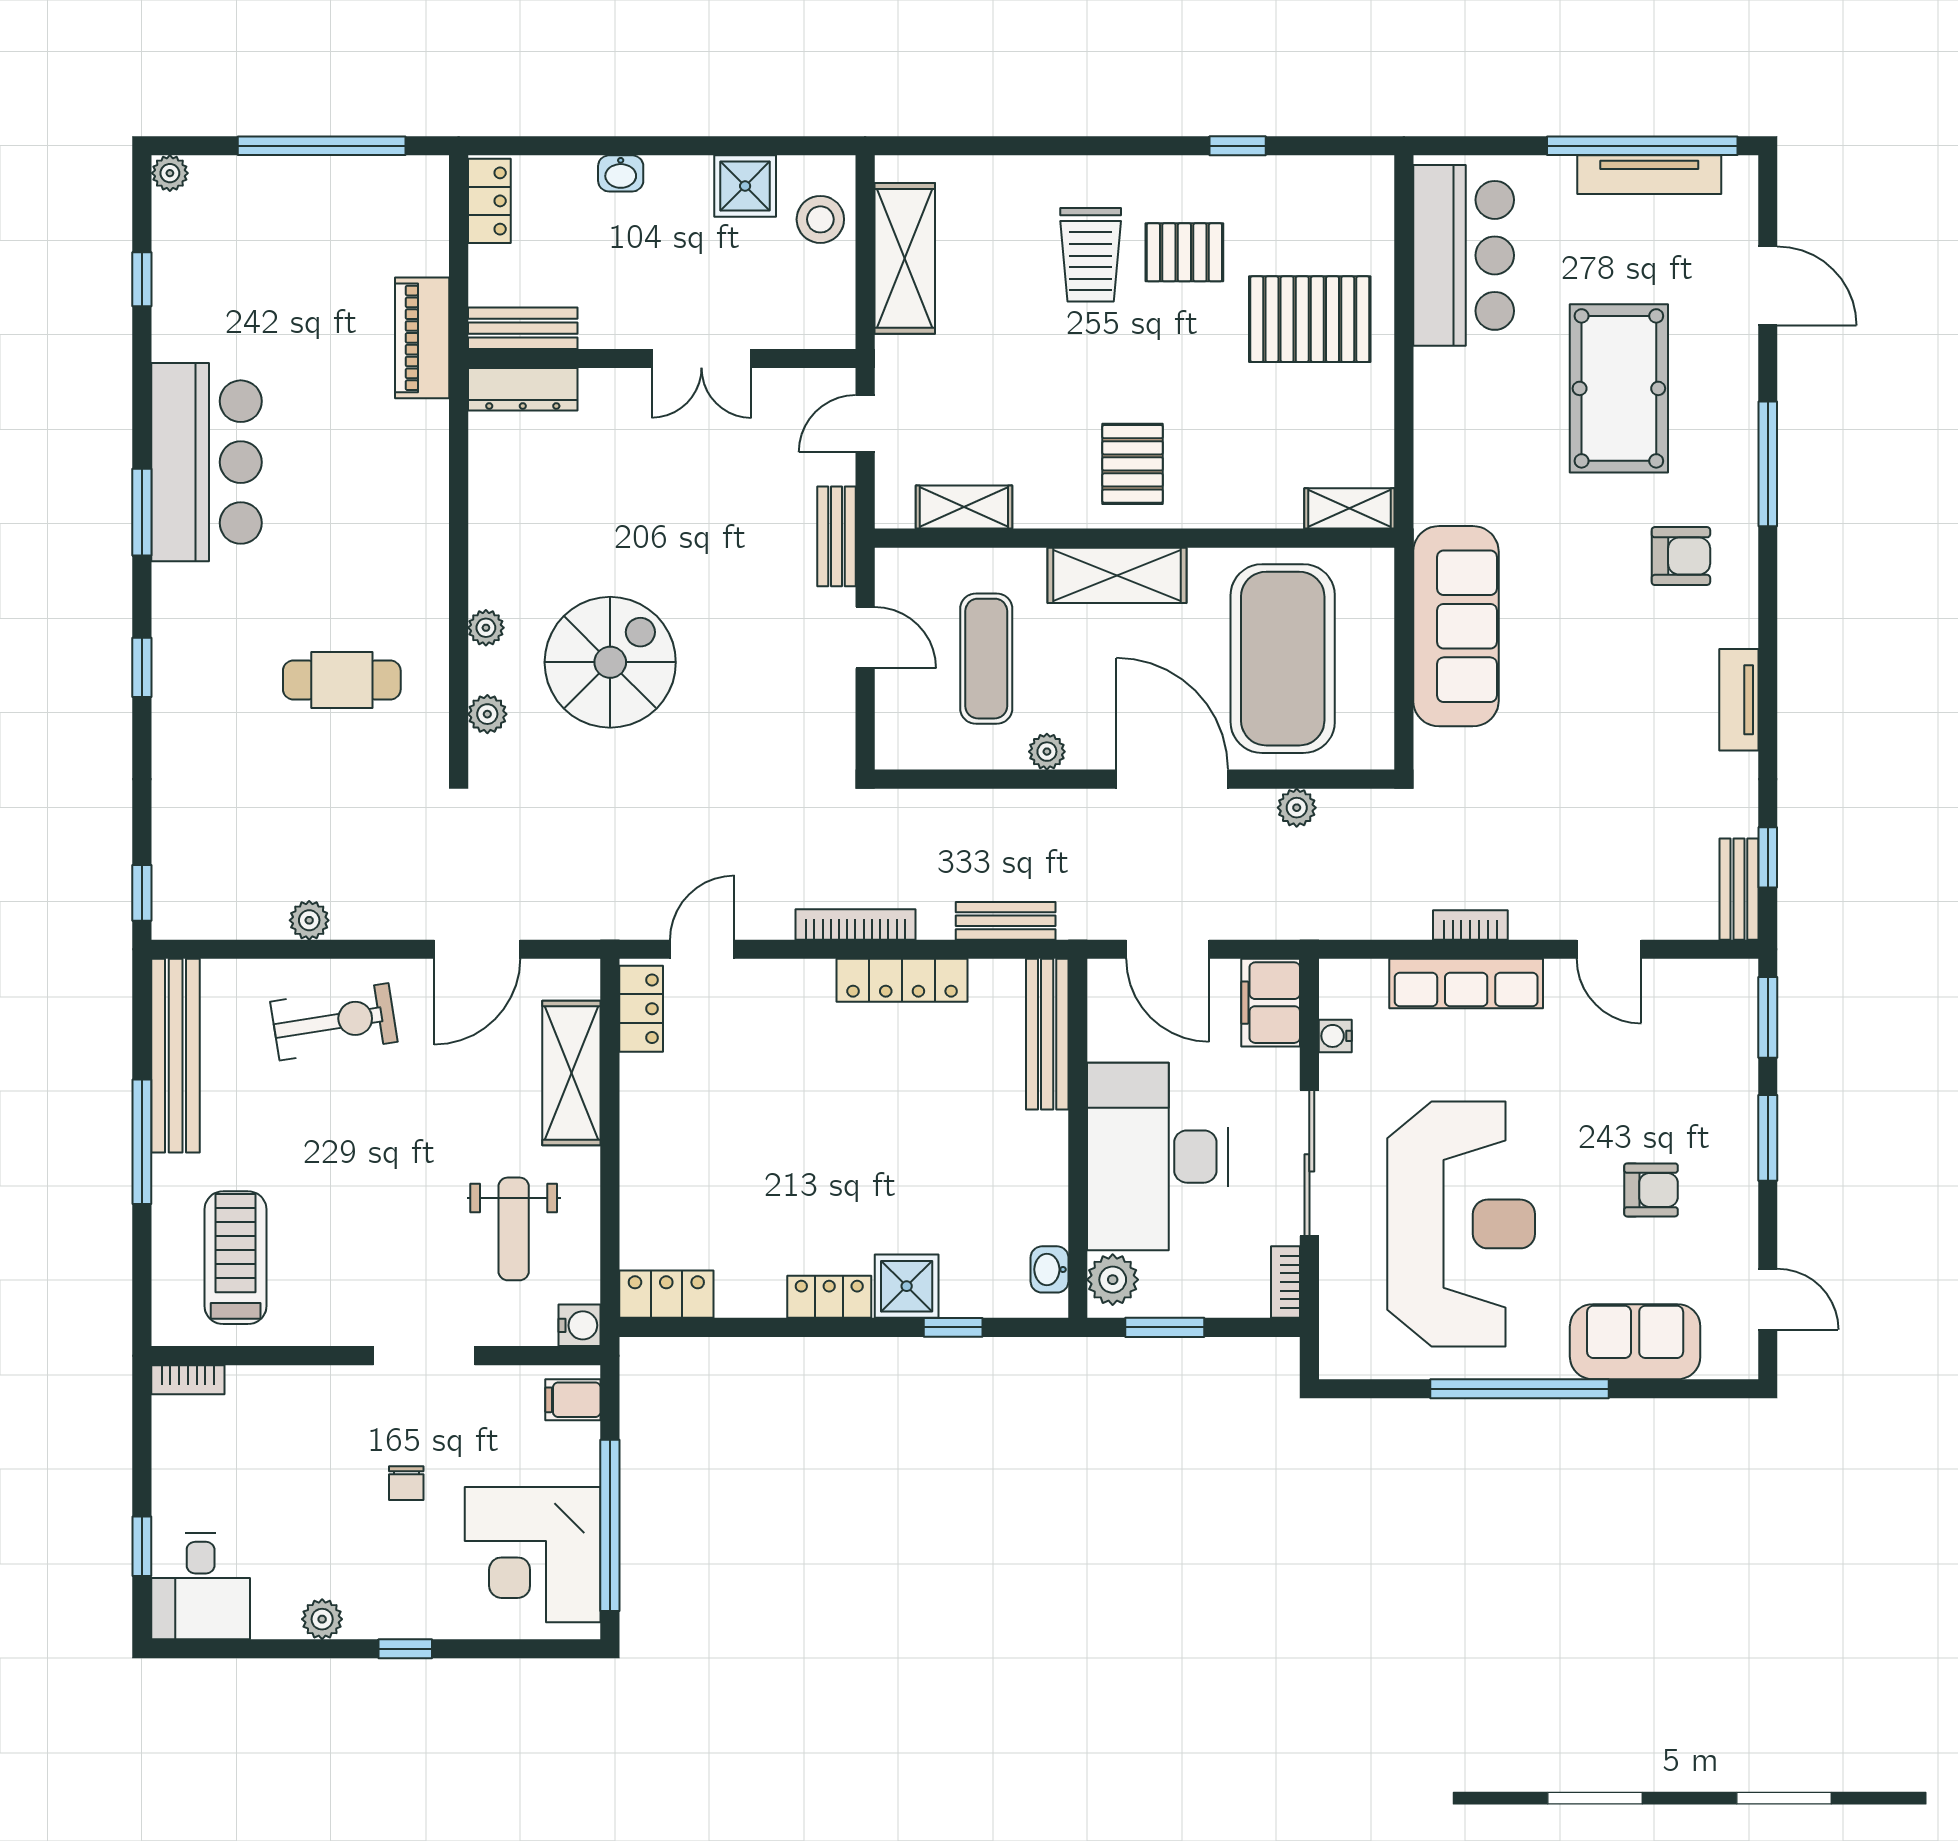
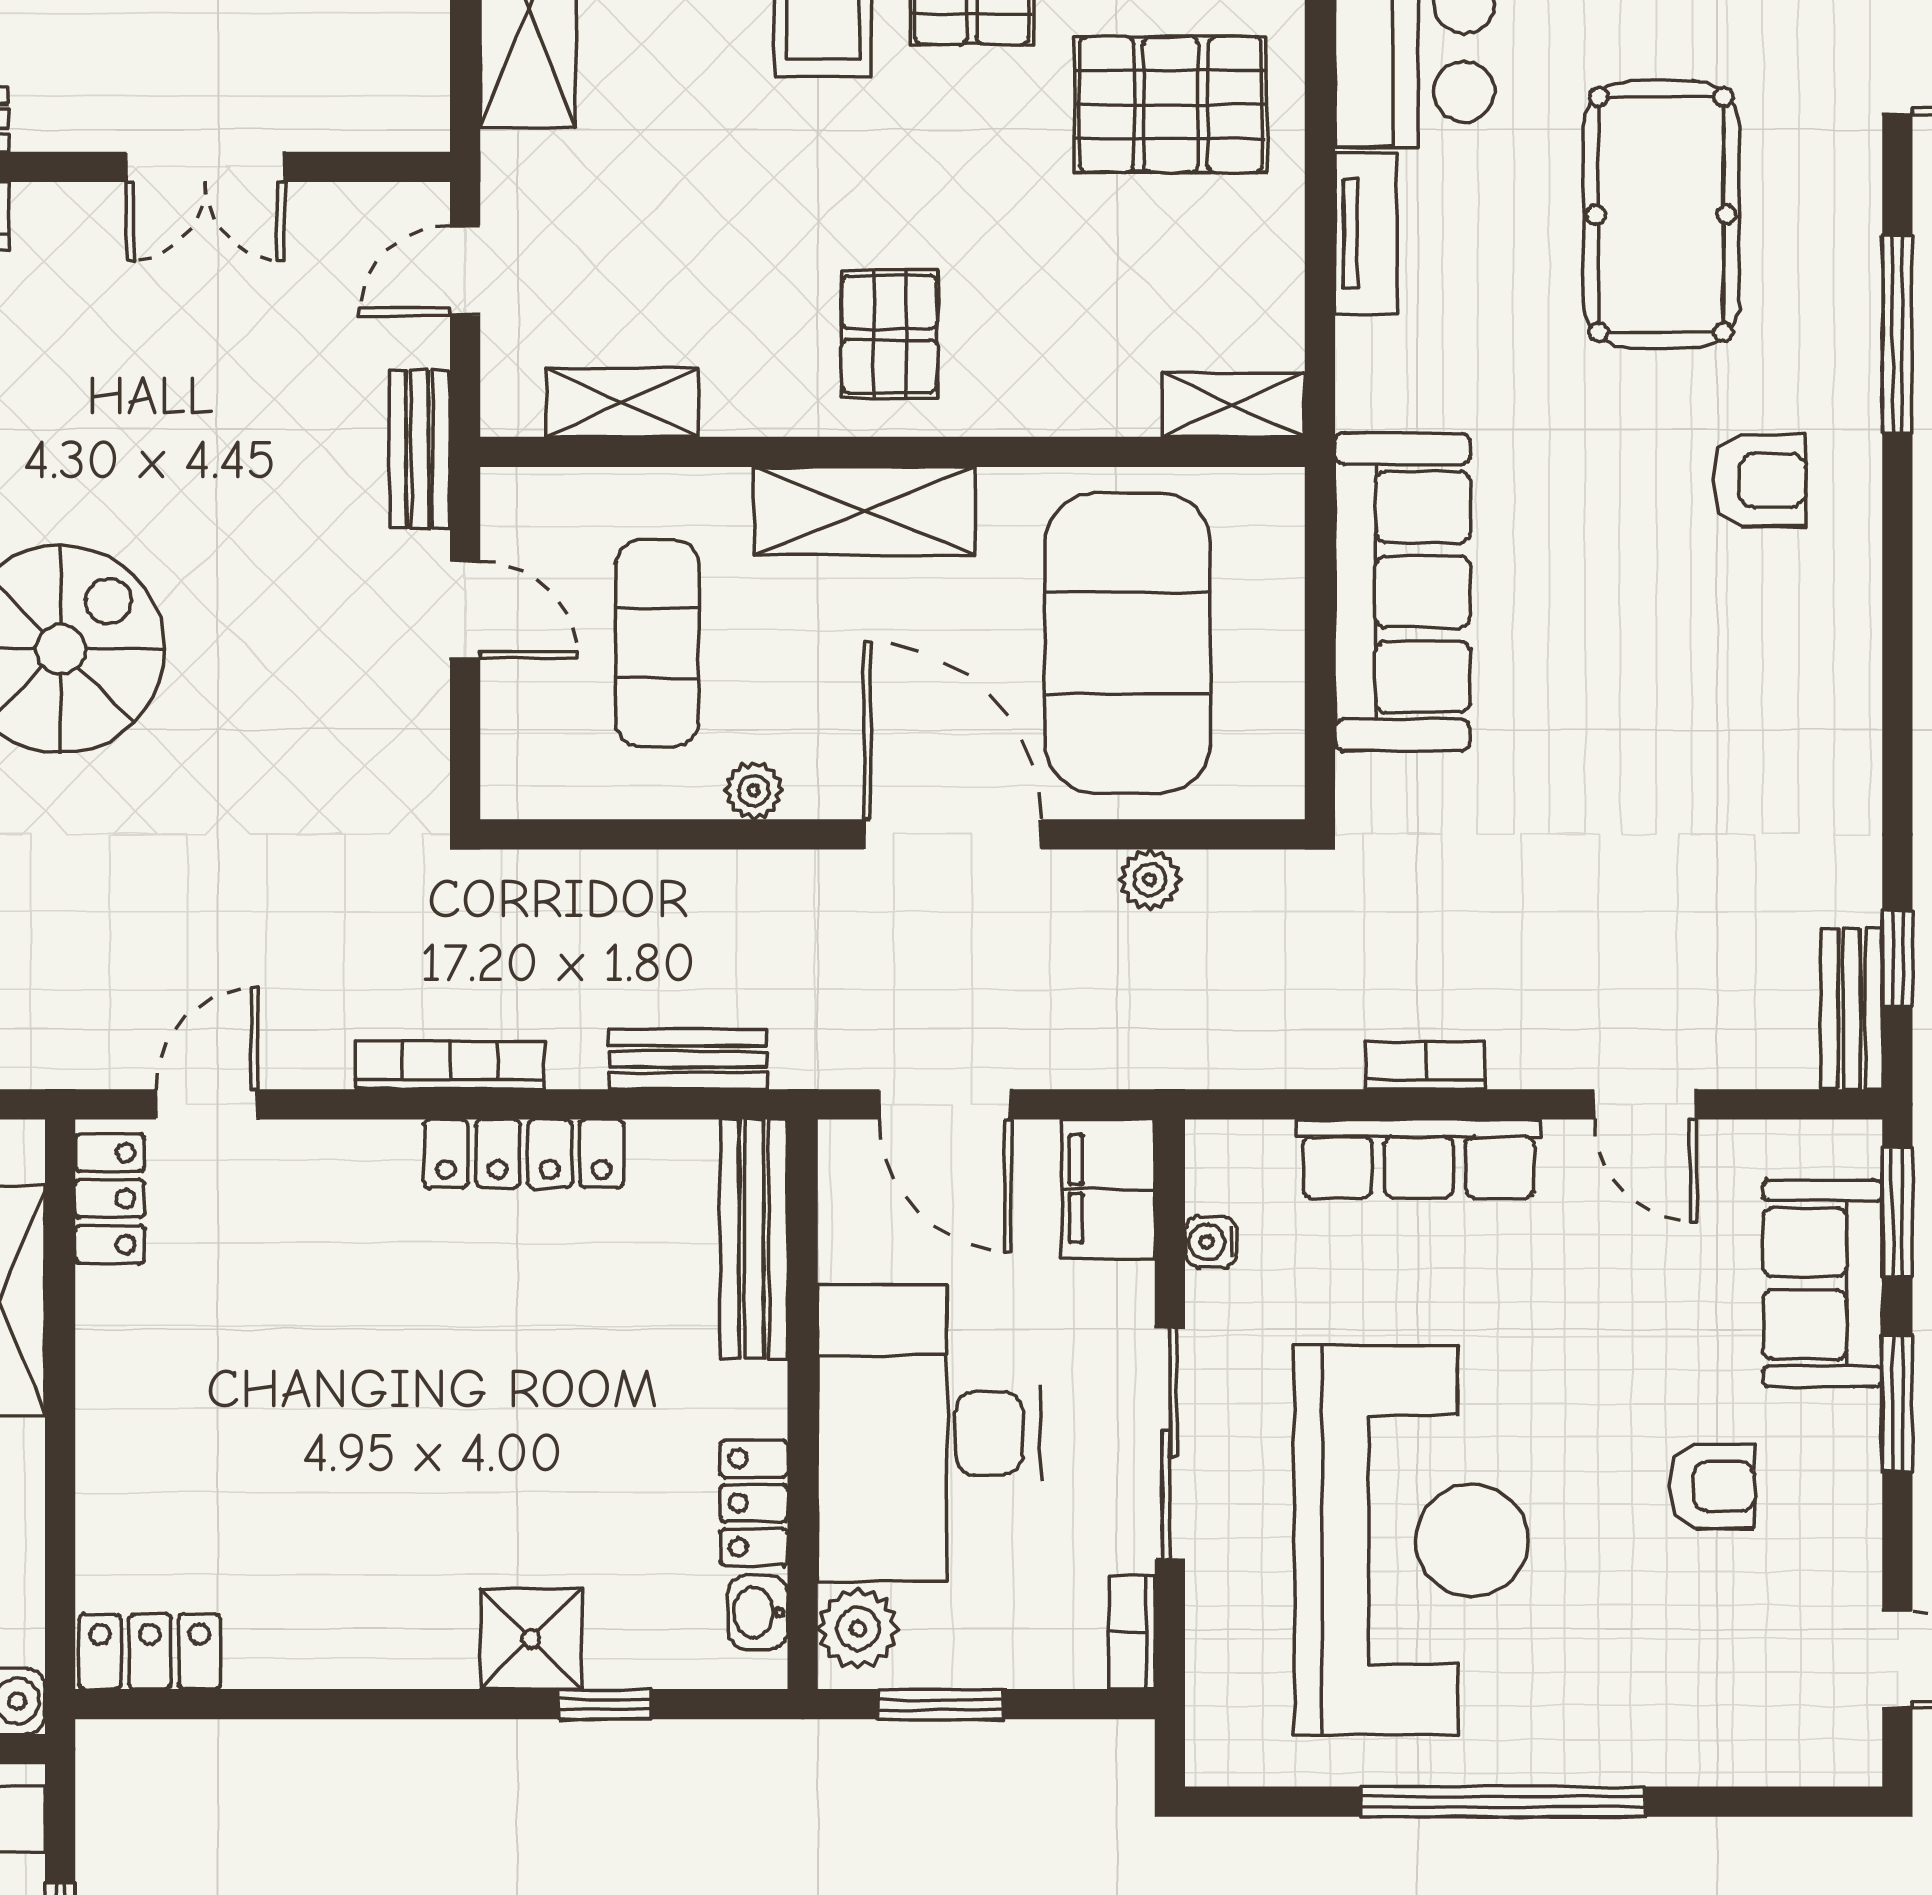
tv unit: (1739, 700) -> (1366, 234), moved, turned 180
locker: (829, 1297) -> (754, 1503), moved, turned -90
sofa: (1635, 1342) -> (1823, 1283), moved, turned -90

